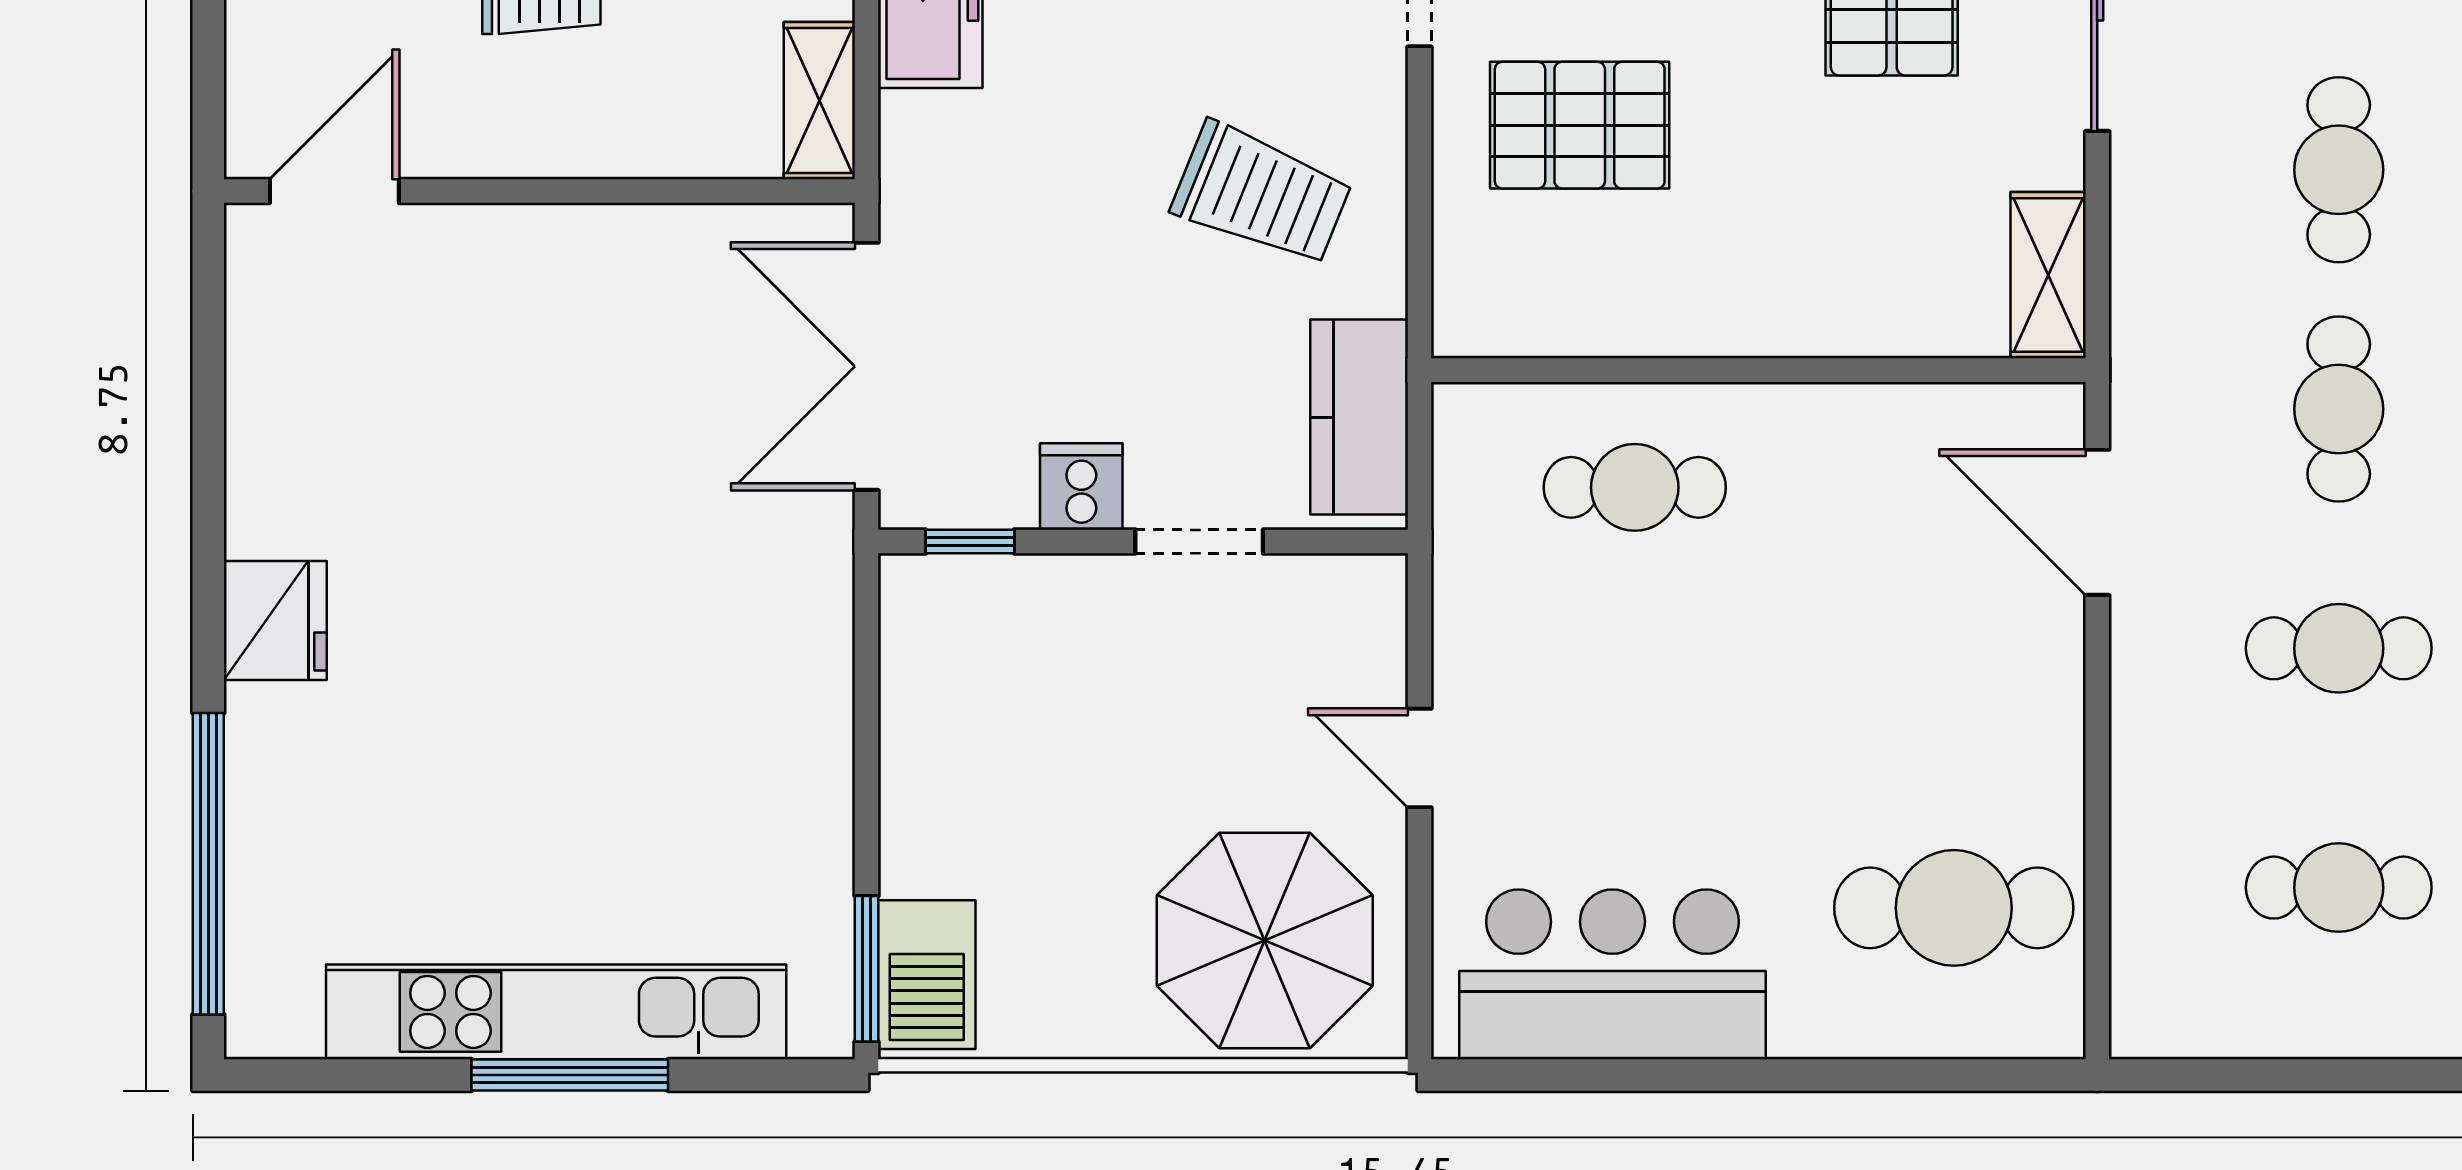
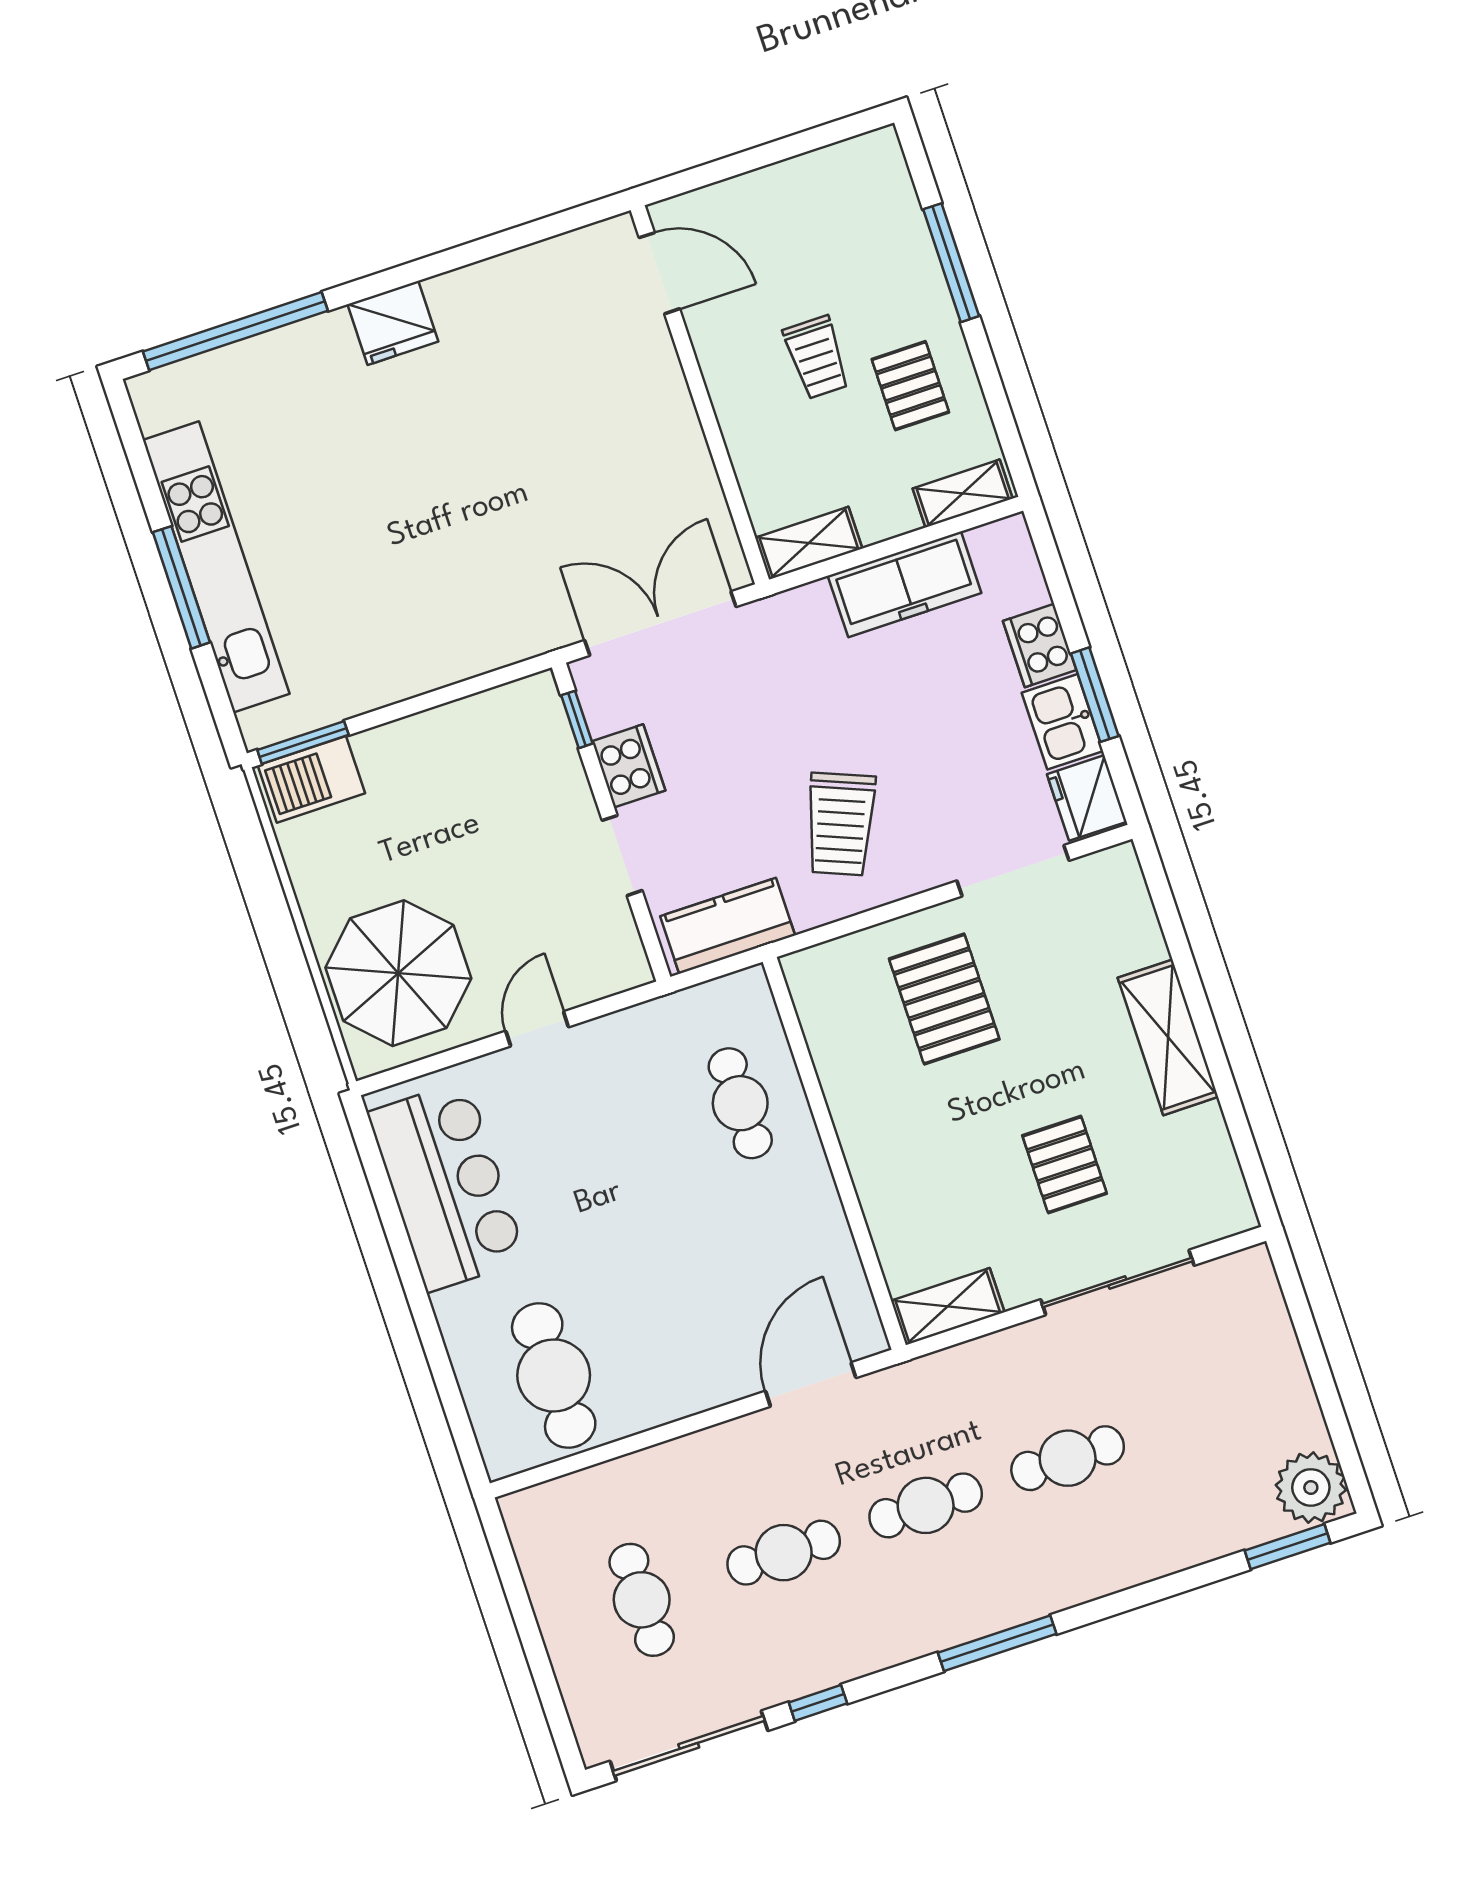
cooker: (1081, 486) -> (629, 766), width x1.36
cafe table: (2339, 648) -> (784, 1553), turned 90

